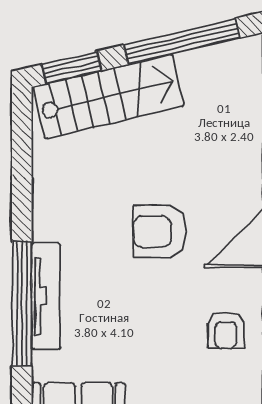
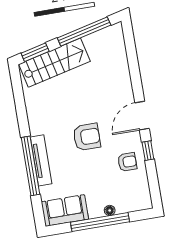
armchair: (160, 232) -> (87, 137), moved, turned 180
armchair: (226, 330) -> (127, 162), turned -90

